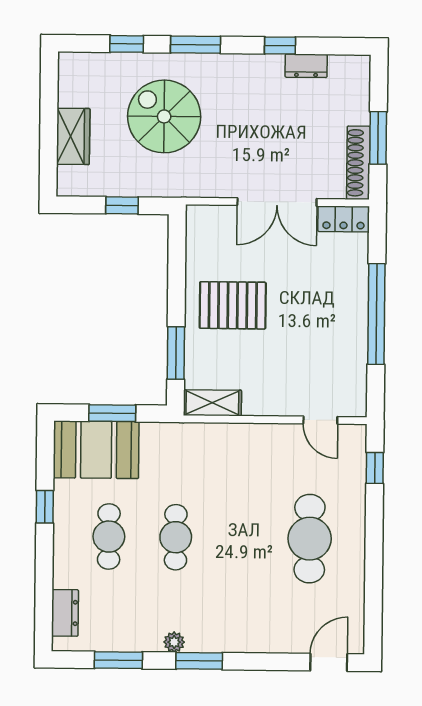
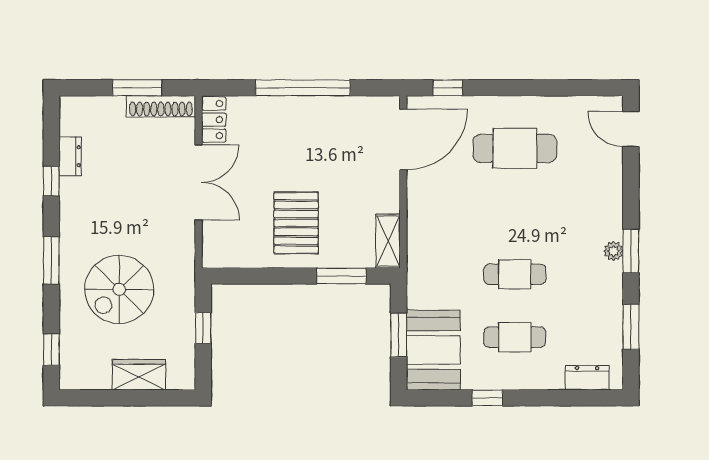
window: (127, 44) -> (51, 350), moved
door: (320, 420) -> (403, 139), width x1.87
plant: (174, 642) -> (613, 251), moved

